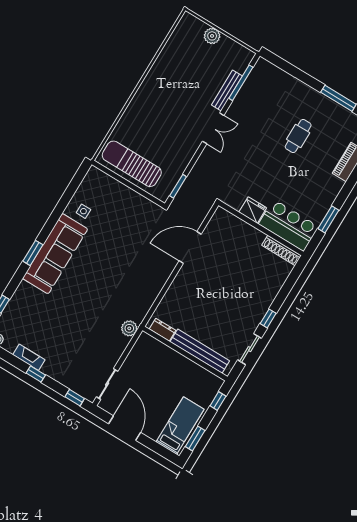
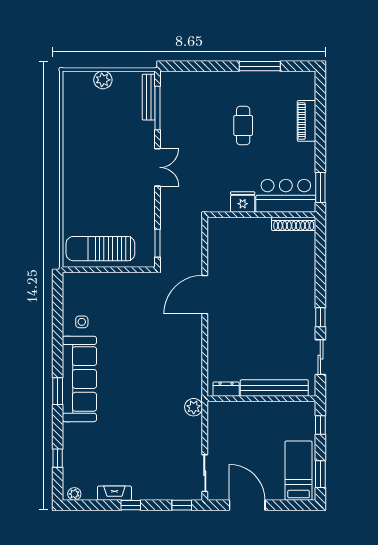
bench: (227, 90) -> (149, 97), moved
fridge: (253, 210) -> (243, 202), moved
bar counter: (289, 225) -> (286, 196), moved
wall: (261, 228) -> (261, 215), moved
shoe rack: (281, 250) -> (294, 224), moved

